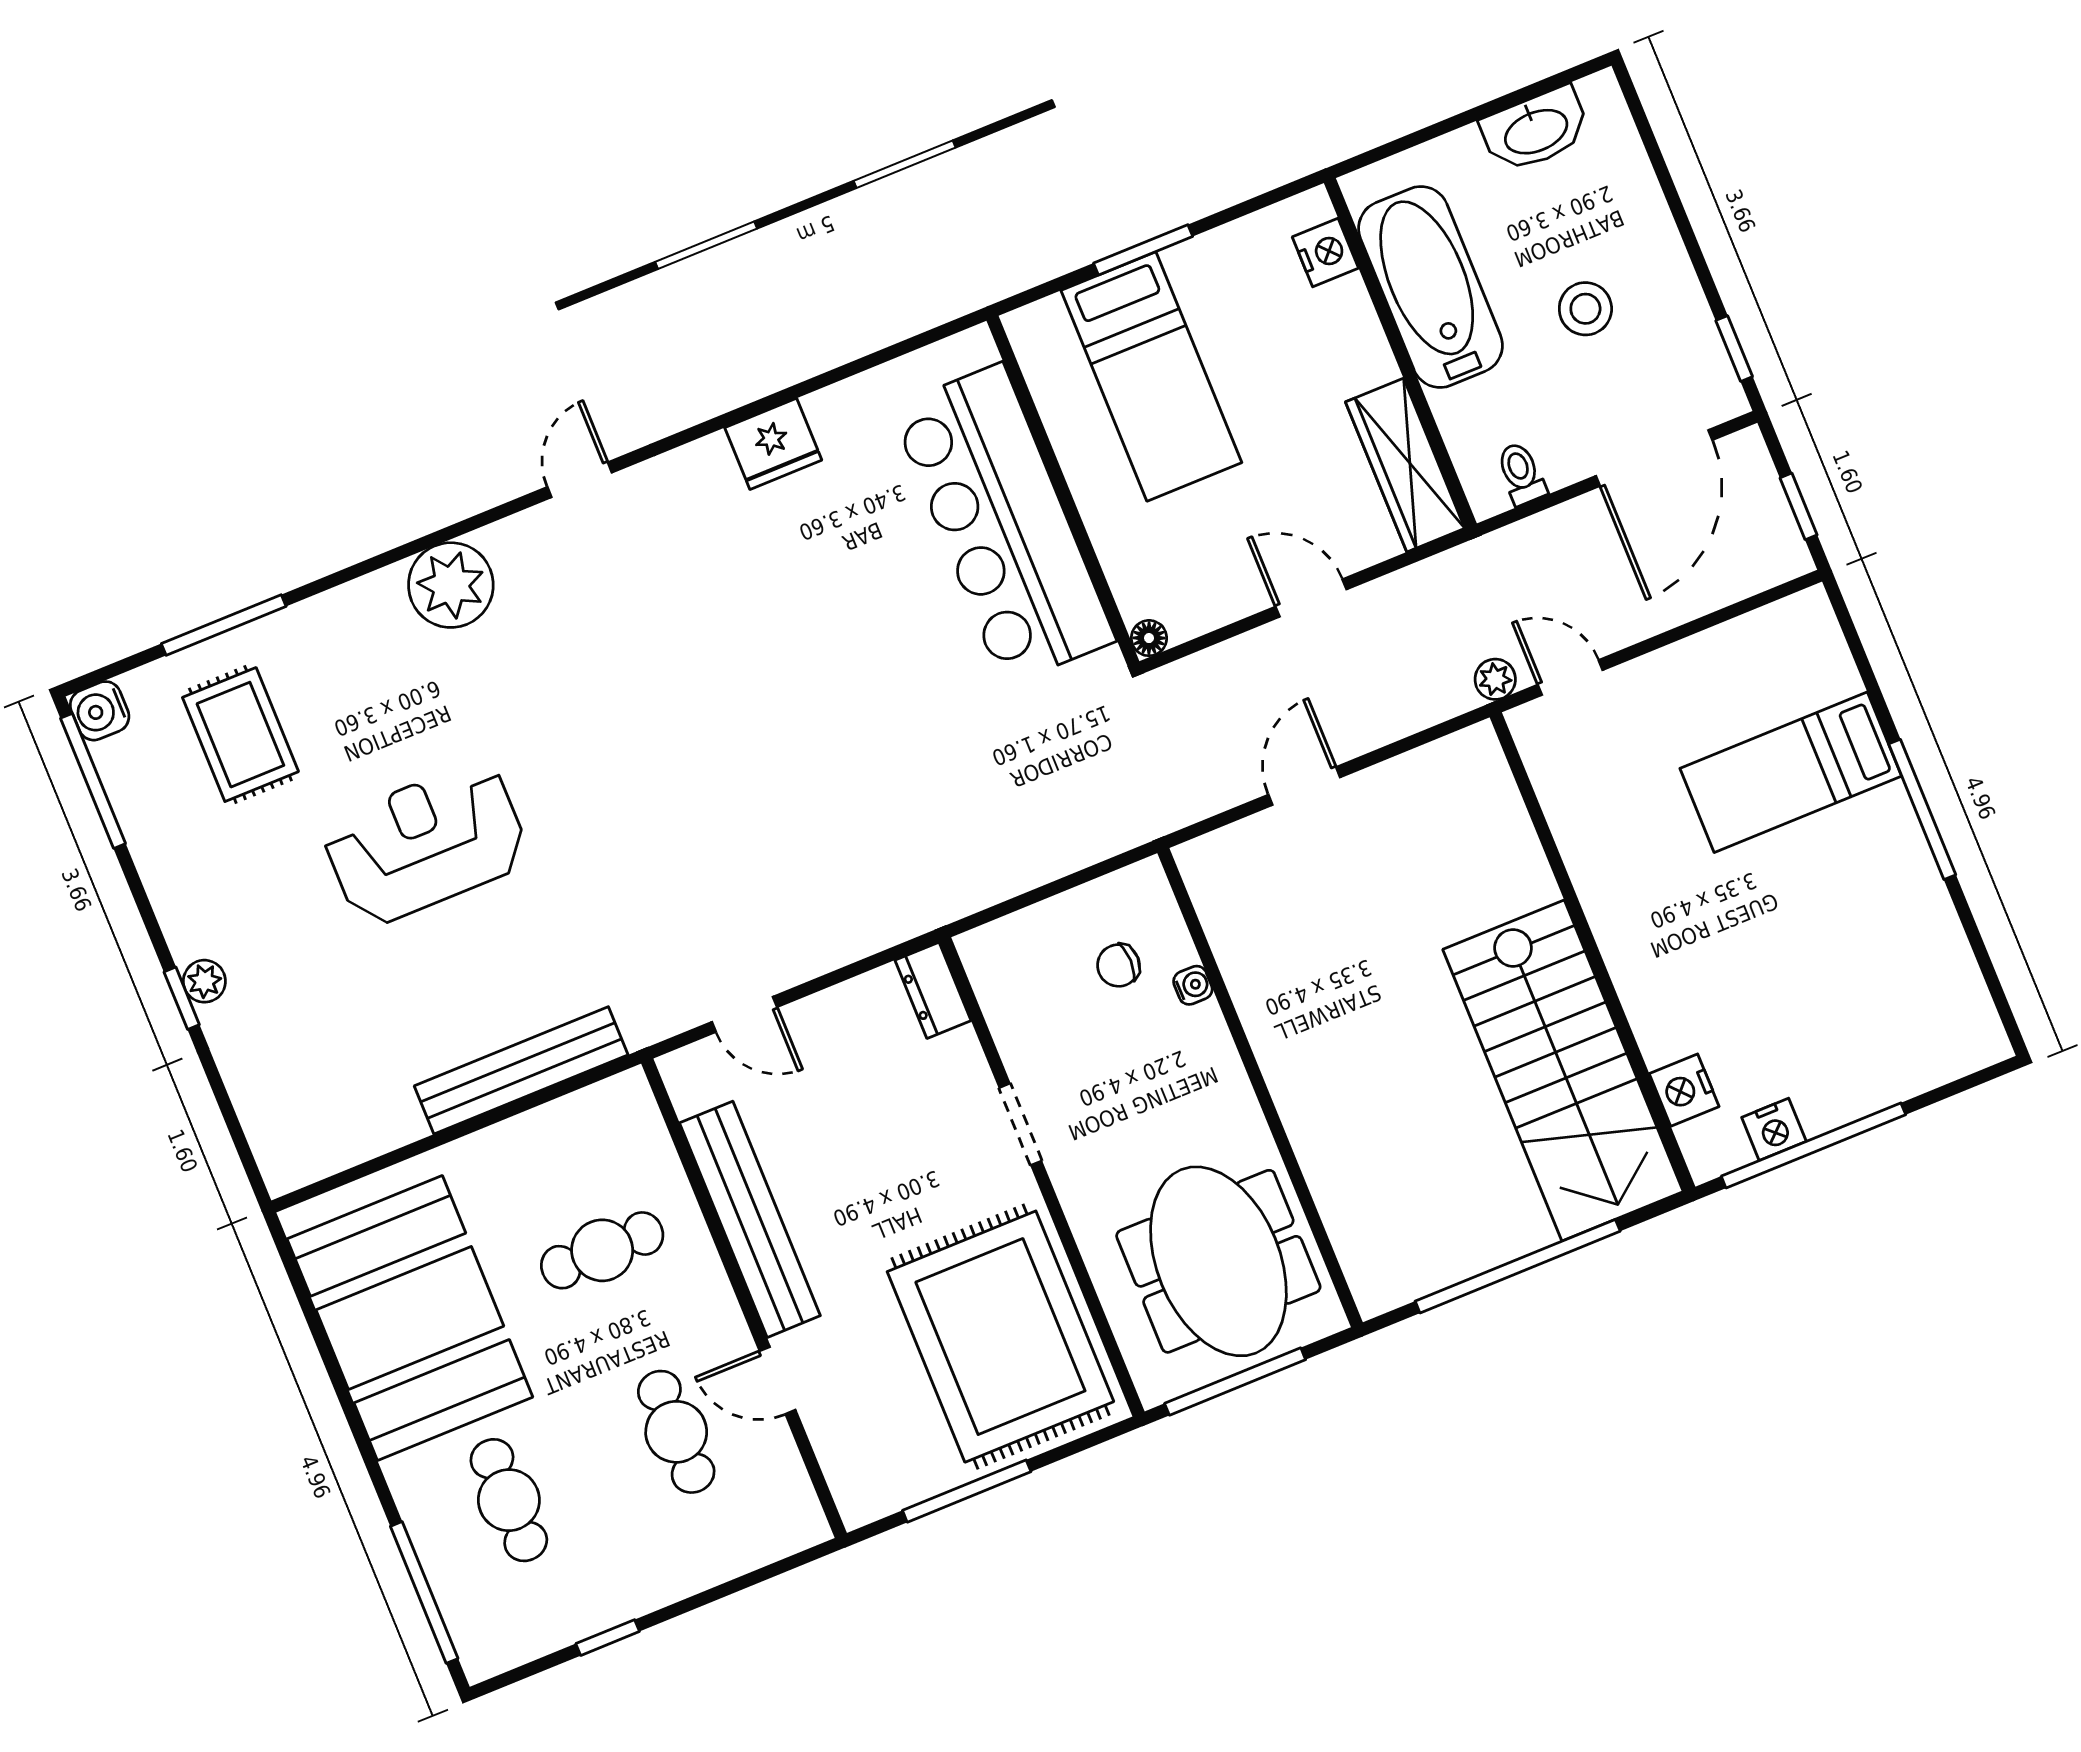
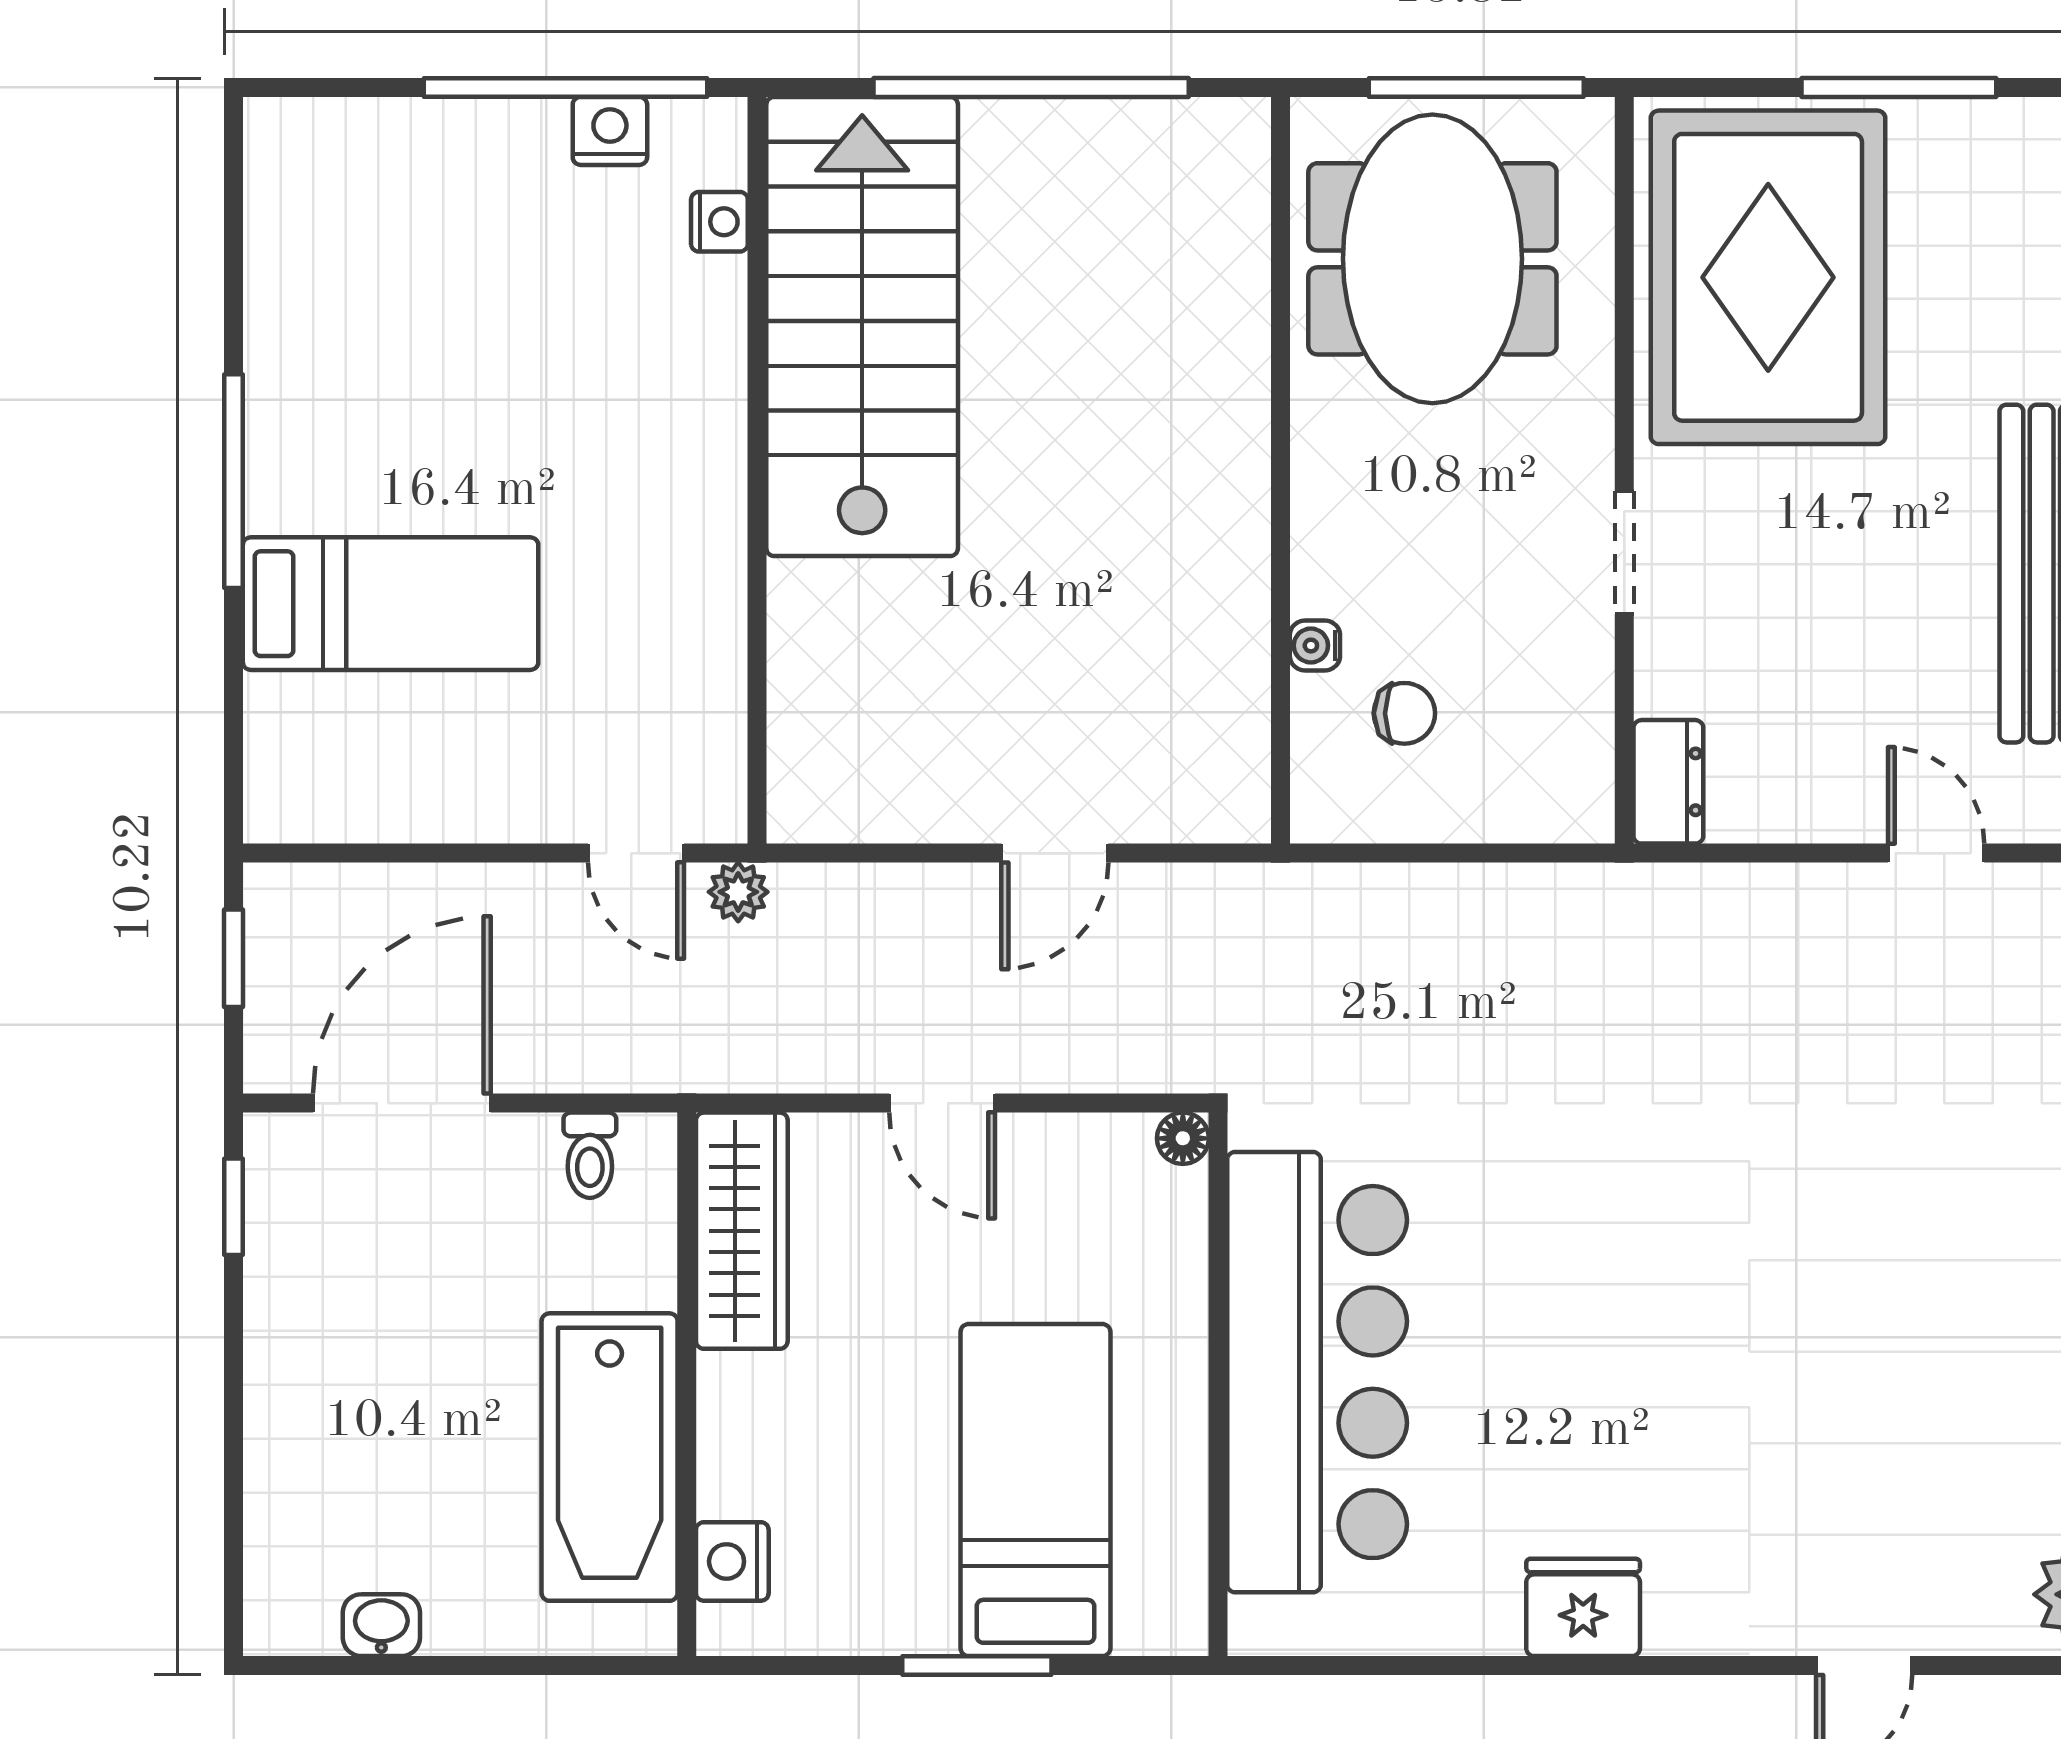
washbasin: (1535, 130) -> (381, 1625), width x0.52, depth x0.69
stool: (1585, 309) -> (412, 1342), removed
nightstand: (1684, 1090) -> (719, 222), width x0.72, depth x0.74

